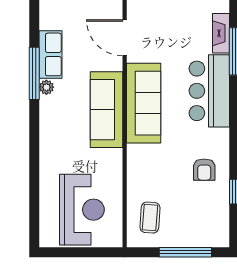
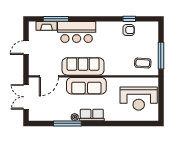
row of seats: (51, 54) -> (92, 115), moved
armchair: (204, 170) -> (129, 30), moved
reception desk: (82, 210) -> (139, 99), turned 180
window: (185, 252) -> (161, 56), moved

